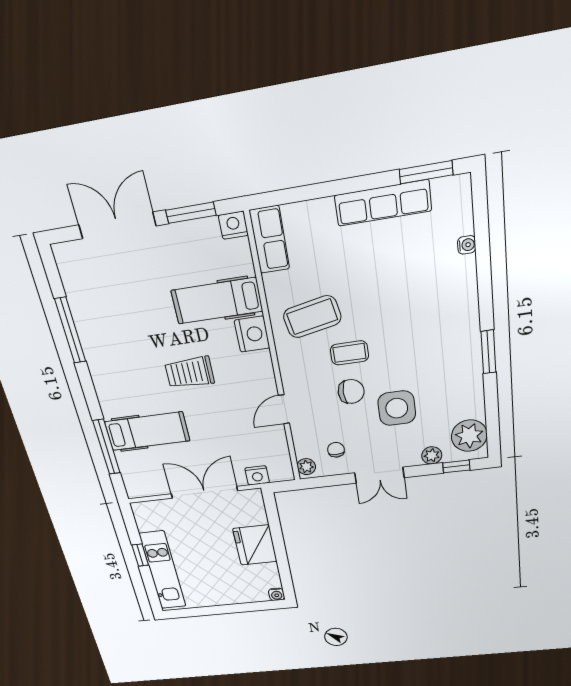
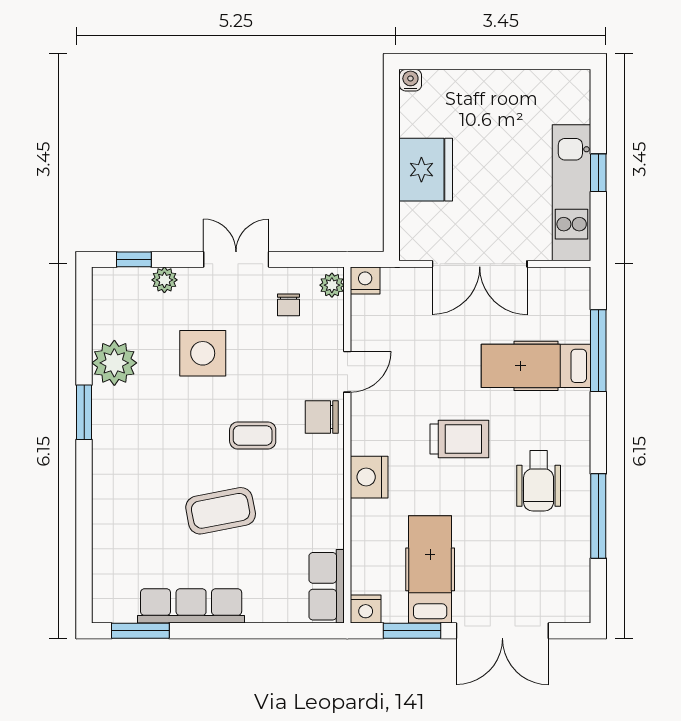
water cooler: (467, 245) -> (102, 545), removed
hospital bed: (217, 301) -> (430, 569), moved, turned -90
coffee table: (312, 317) -> (221, 511), moved
wheelchair: (122, 350) -> (539, 481), added
chair: (351, 392) -> (322, 417), moved
plant: (469, 436) -> (114, 363), moved
nightstand: (257, 475) -> (365, 281), moved
kitchen unit: (163, 570) -> (572, 193), moved

